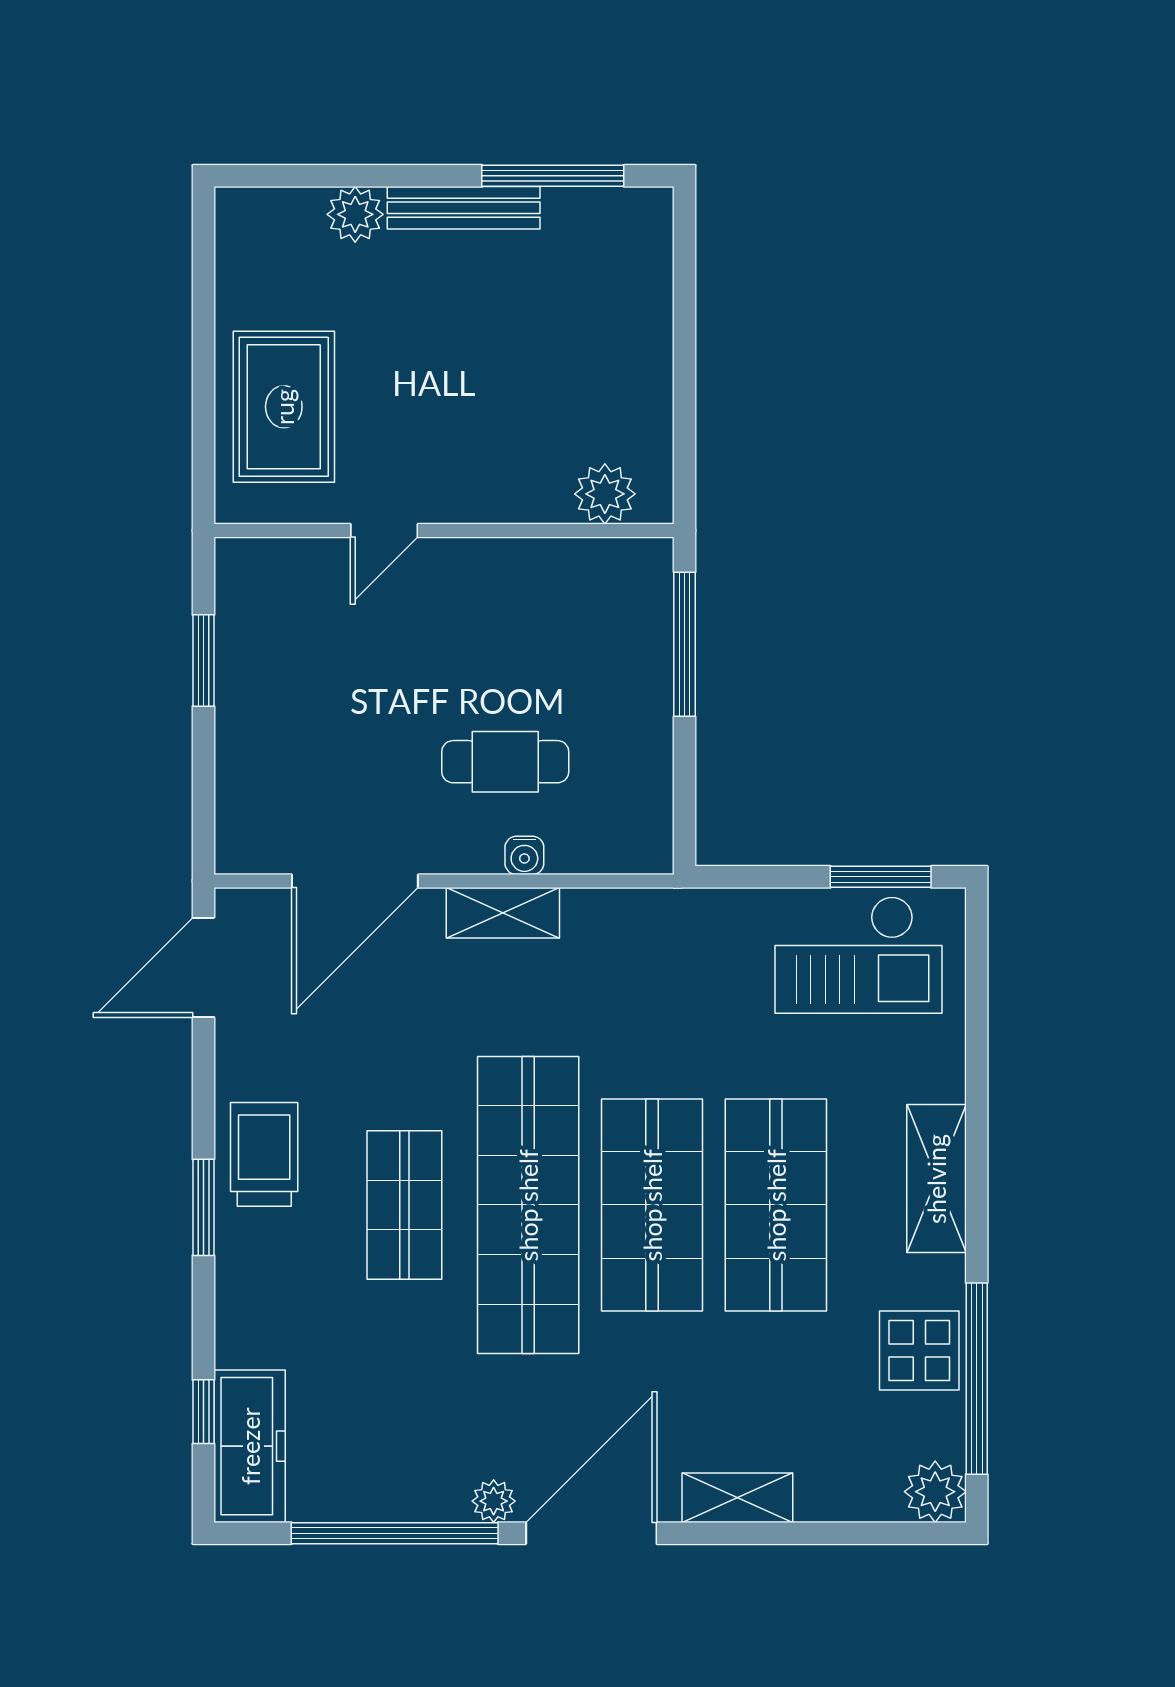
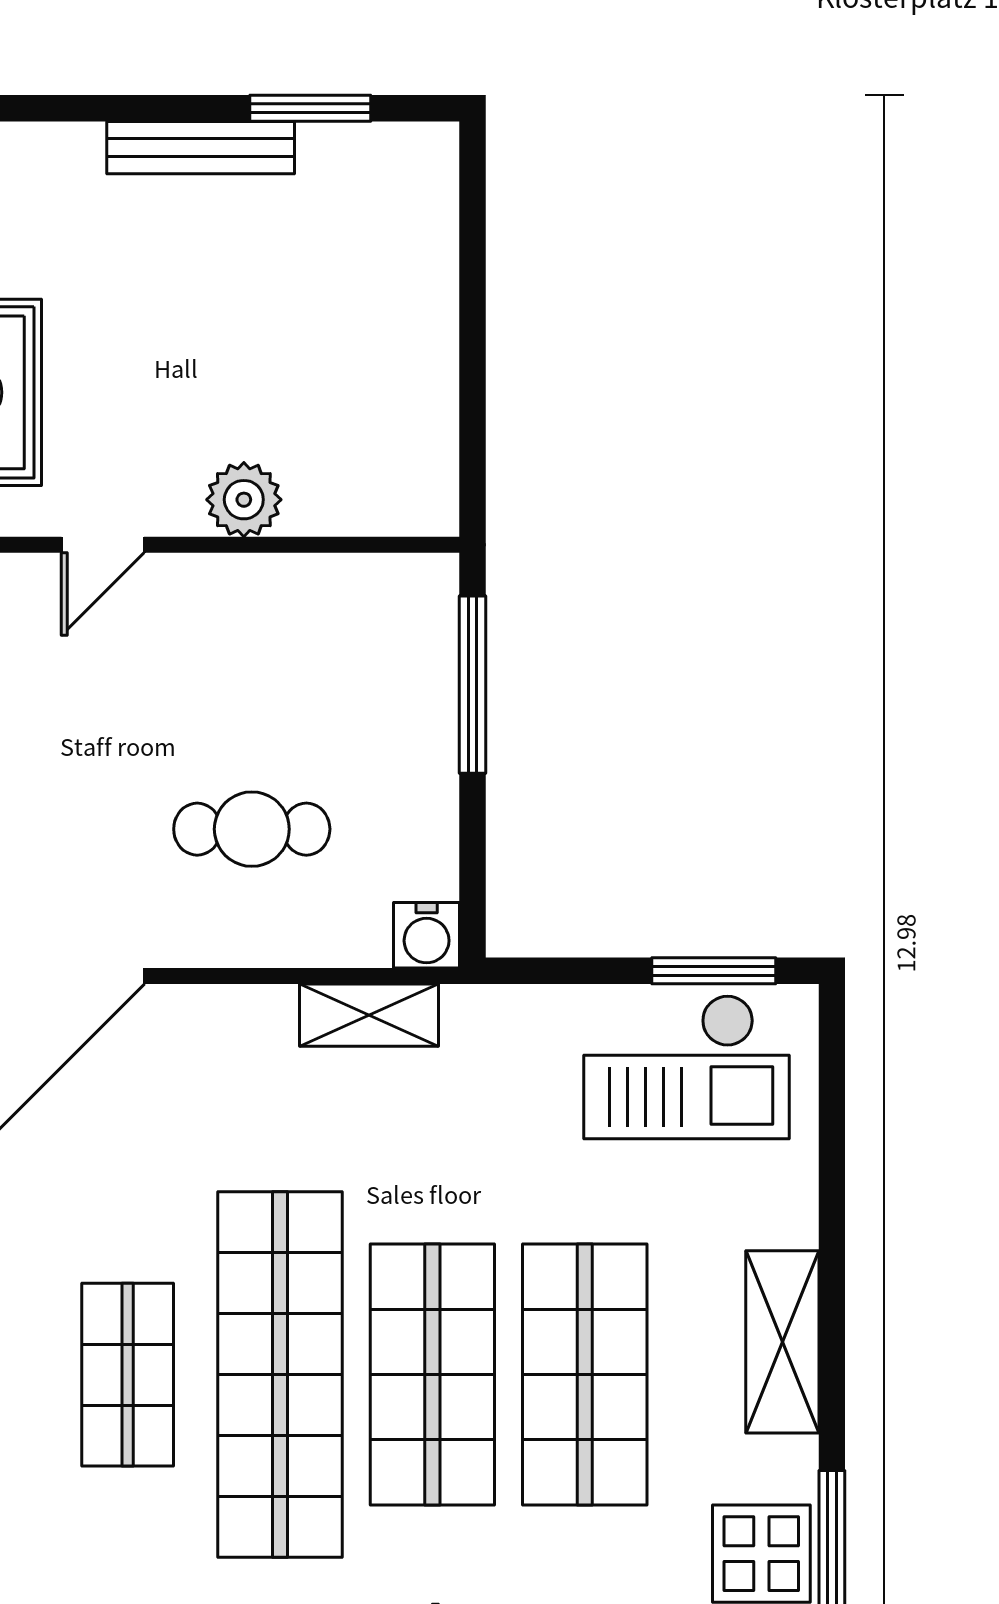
window: (553, 176) -> (310, 108), width x0.69
plant: (355, 214) -> (67, 156), removed
plant: (605, 494) -> (244, 500), moved
water cooler: (524, 855) -> (427, 935), moved, width x1.38, depth x1.38
shelving: (503, 913) -> (369, 1015), moved

